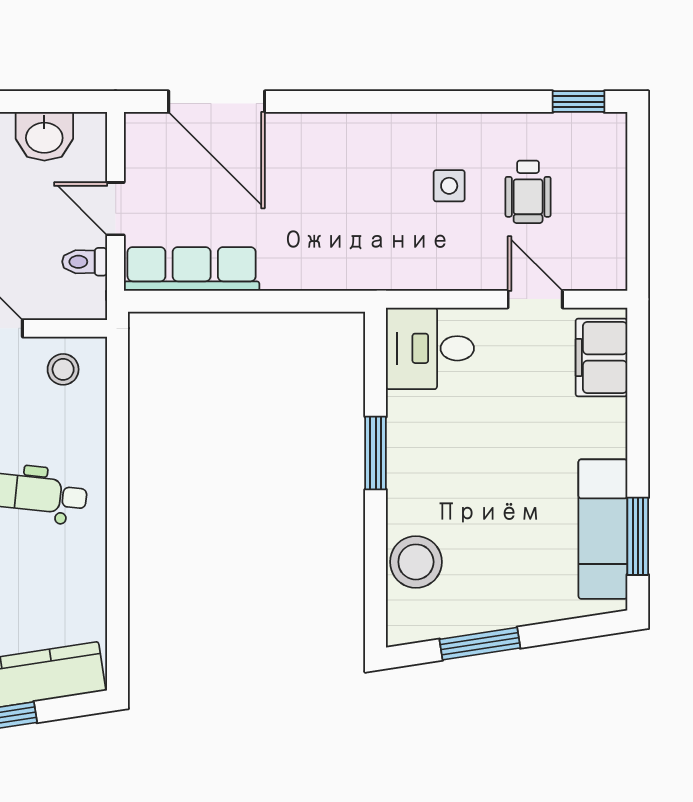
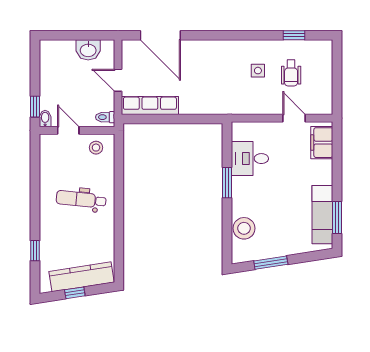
window: (579, 102) -> (294, 35), moved
toilet: (85, 262) -> (105, 117), moved
desk: (430, 348) -> (250, 159), moved

